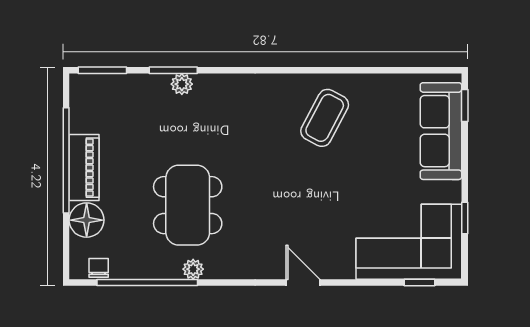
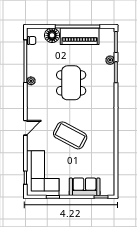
plant: (182, 84) -> (110, 60), moved
coffee table: (325, 118) -> (70, 135), moved, width x1.36, depth x1.32
sofa: (441, 131) -> (85, 187), width x0.73
piano: (84, 168) -> (80, 36), width x1.37, depth x1.33
dining table: (188, 205) -> (71, 83), moved, turned 90

